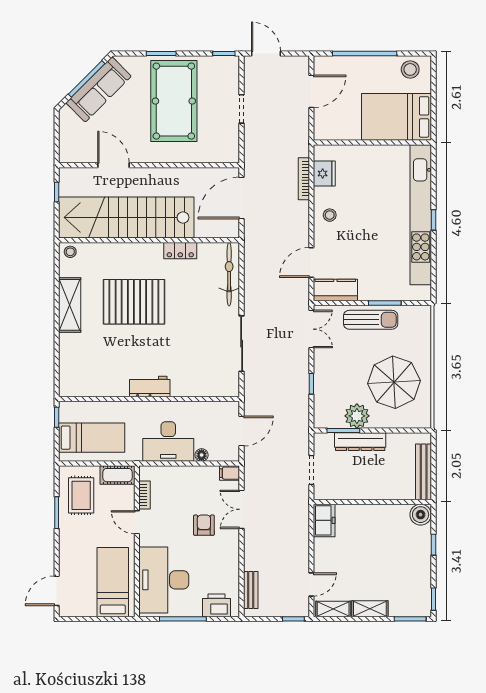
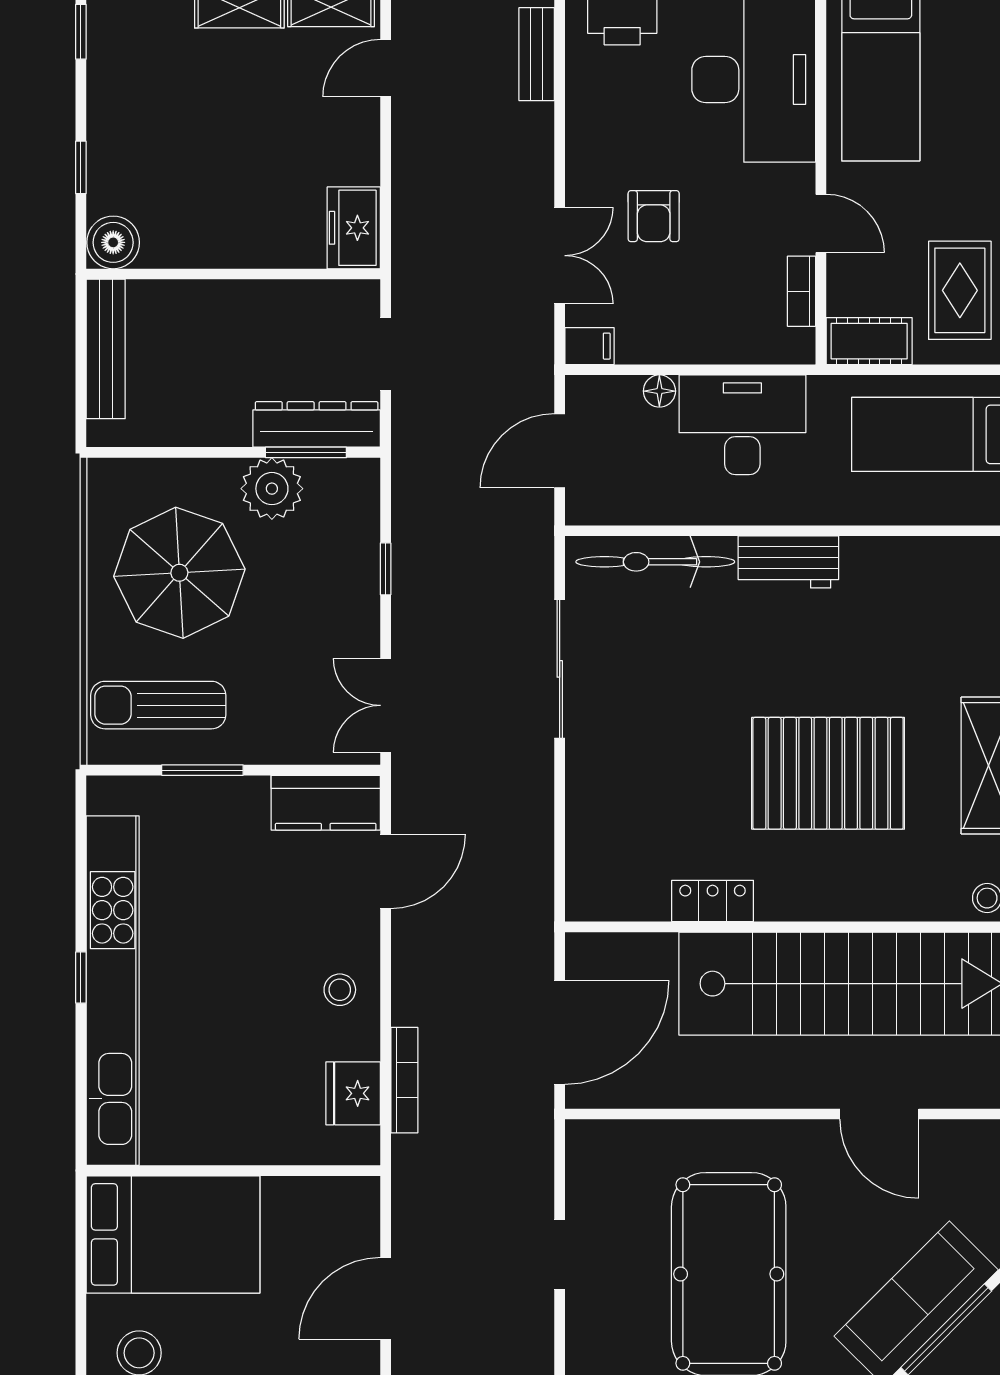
bicycle: (229, 274) -> (655, 562), moved, turned 90
sun lounger: (371, 320) -> (158, 705), moved
dresser: (360, 442) -> (317, 424), moved

